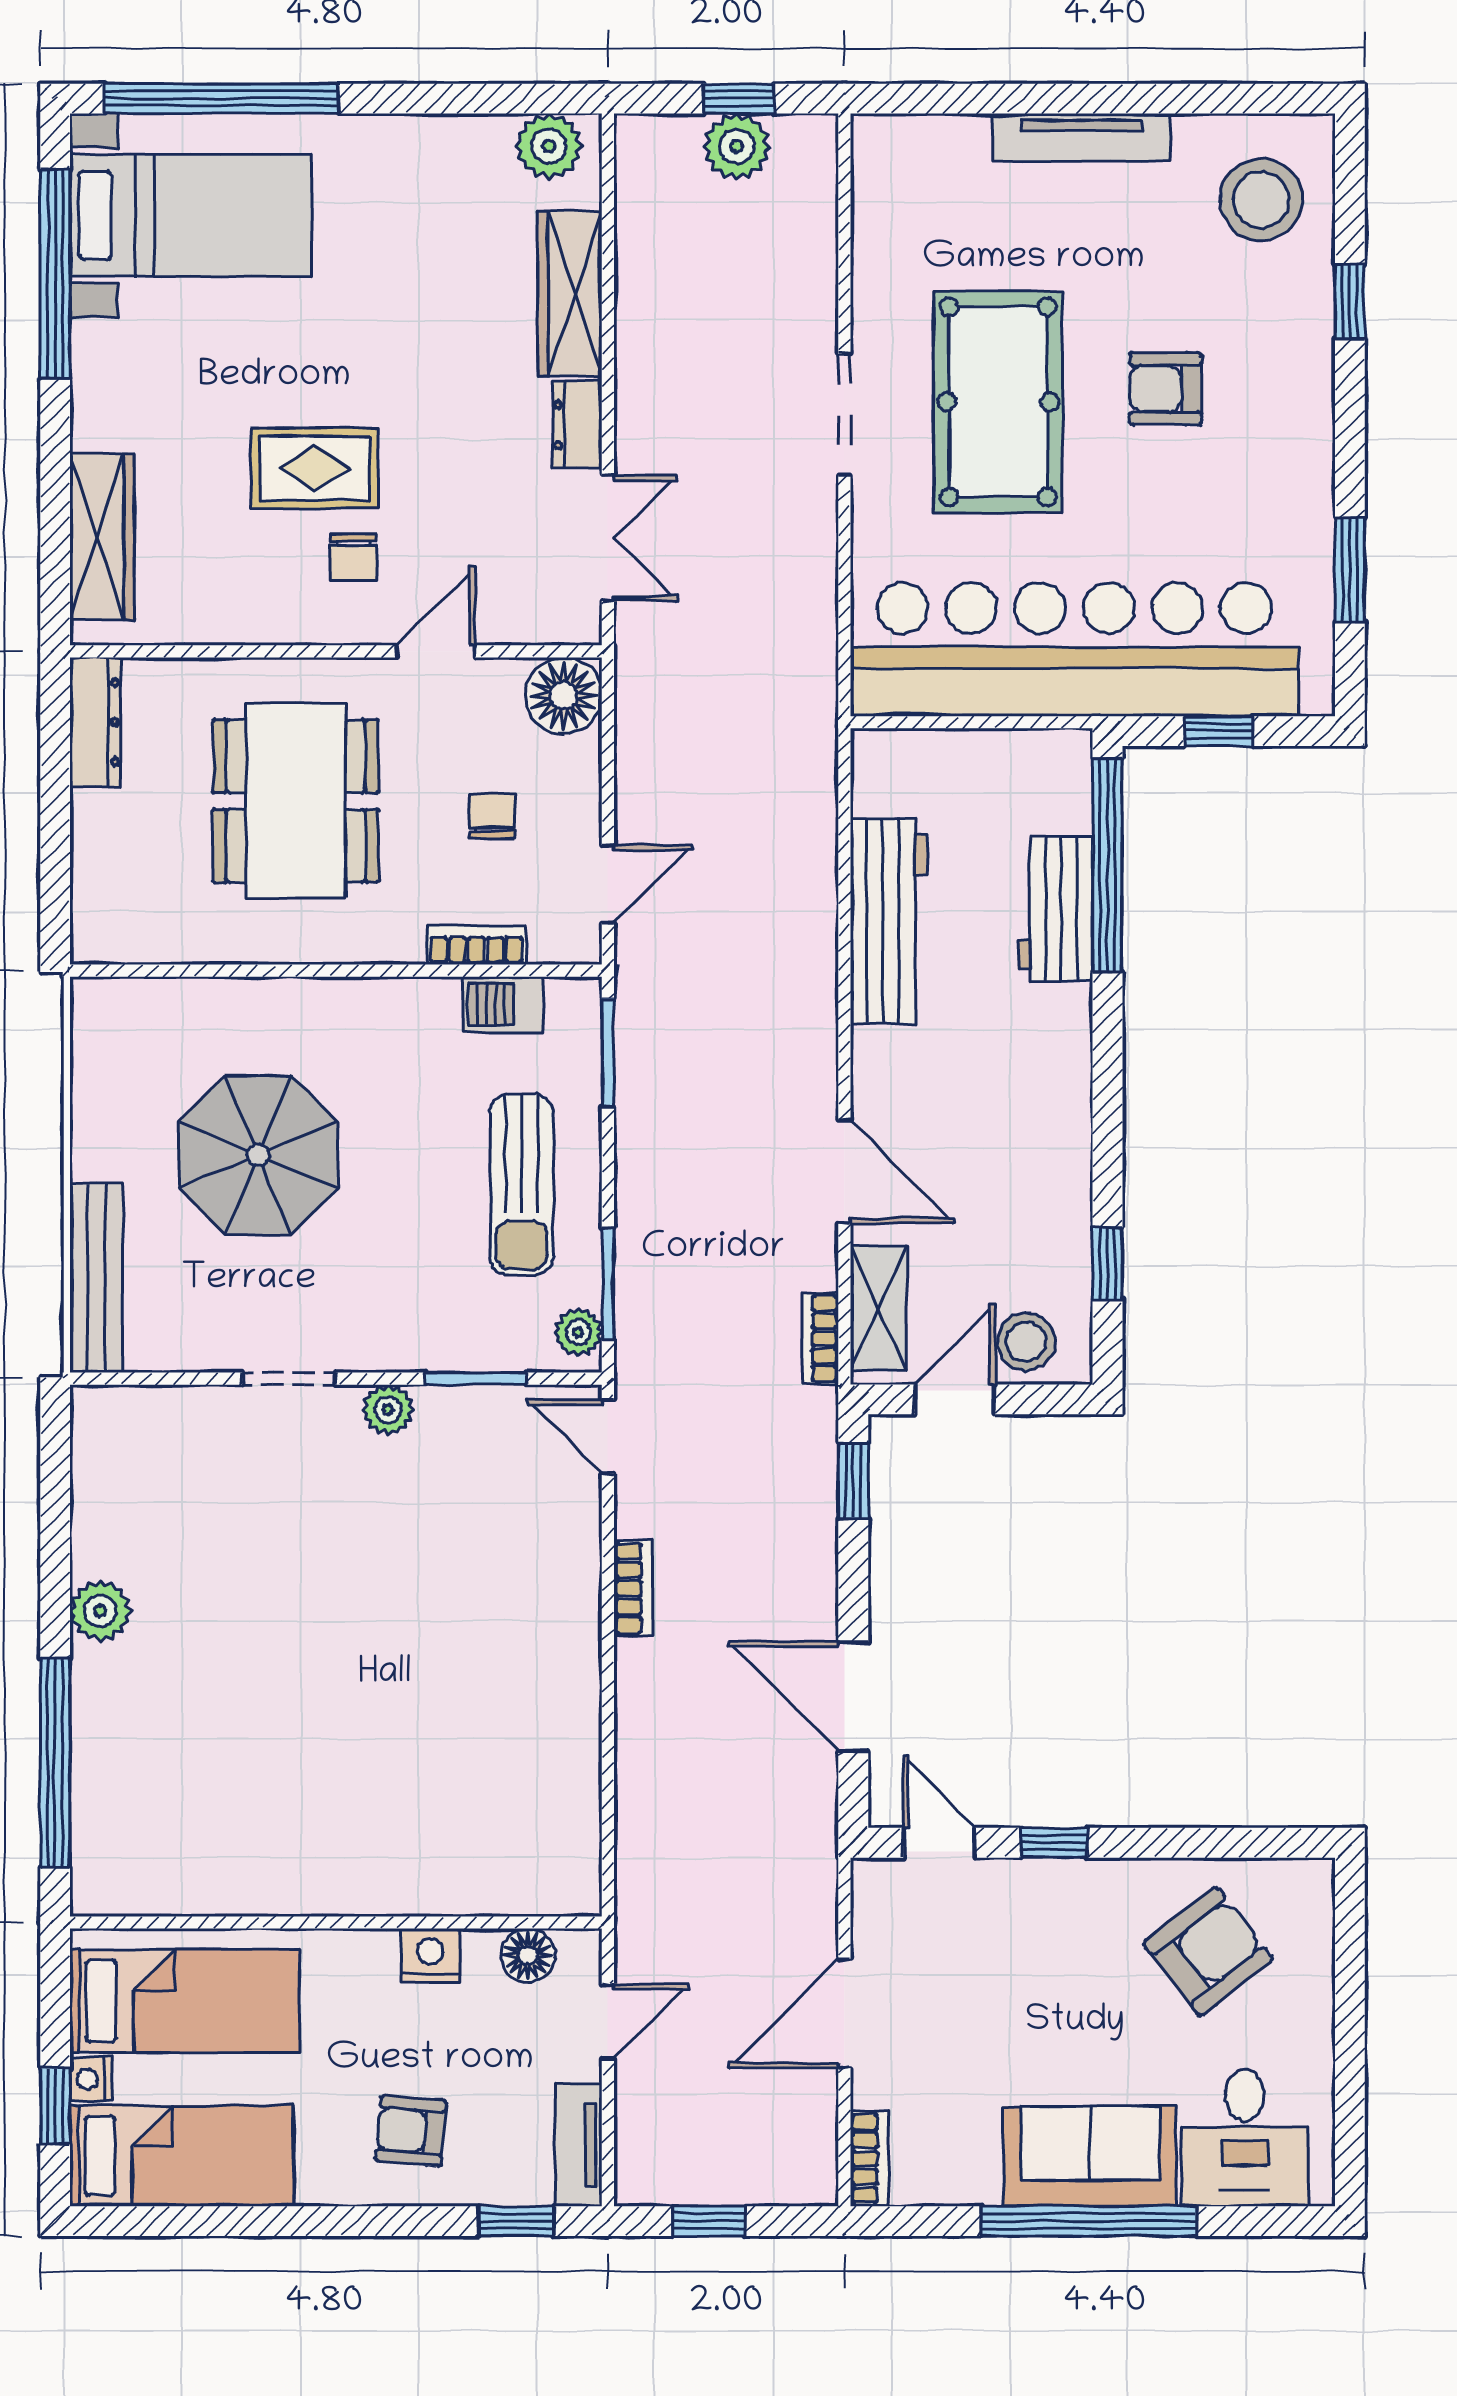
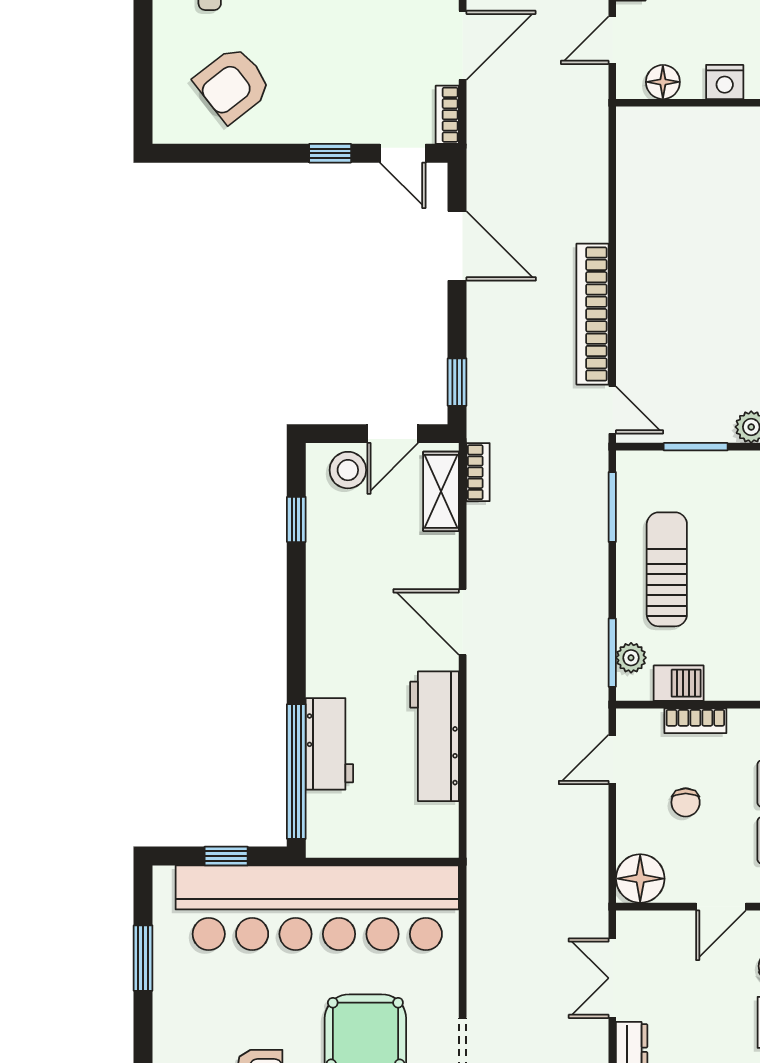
door: (844, 1172) -> (463, 622), moved
plant: (578, 1332) -> (631, 658), moved
bookcase: (633, 1588) -> (592, 314), width x2.31, depth x1.31
bookcase: (869, 1904) -> (447, 115), added

